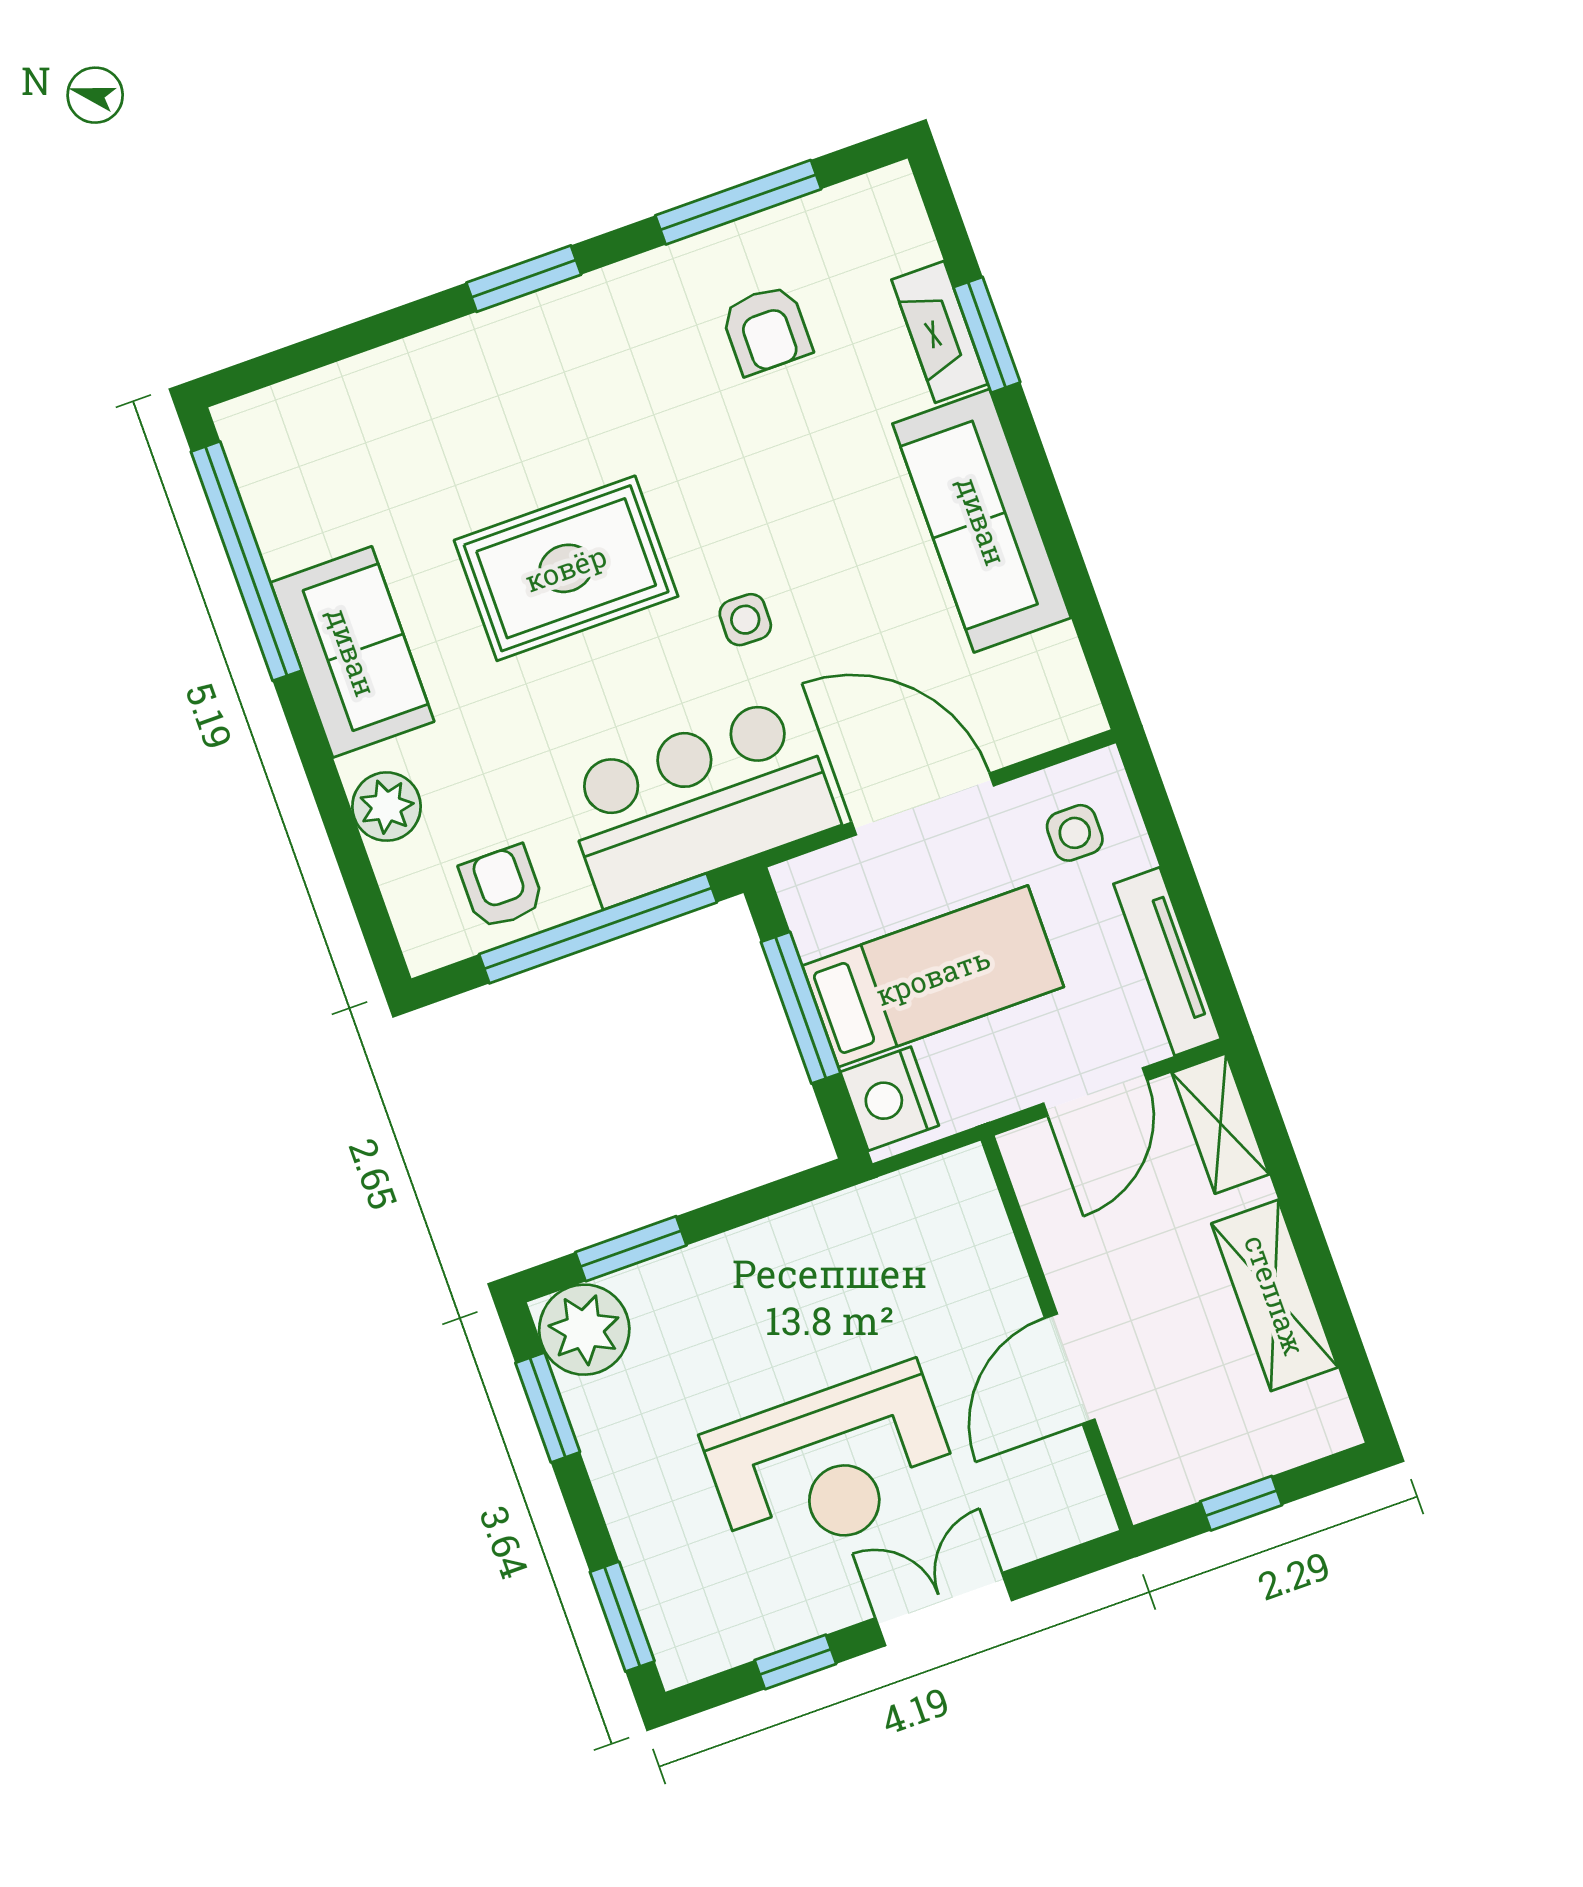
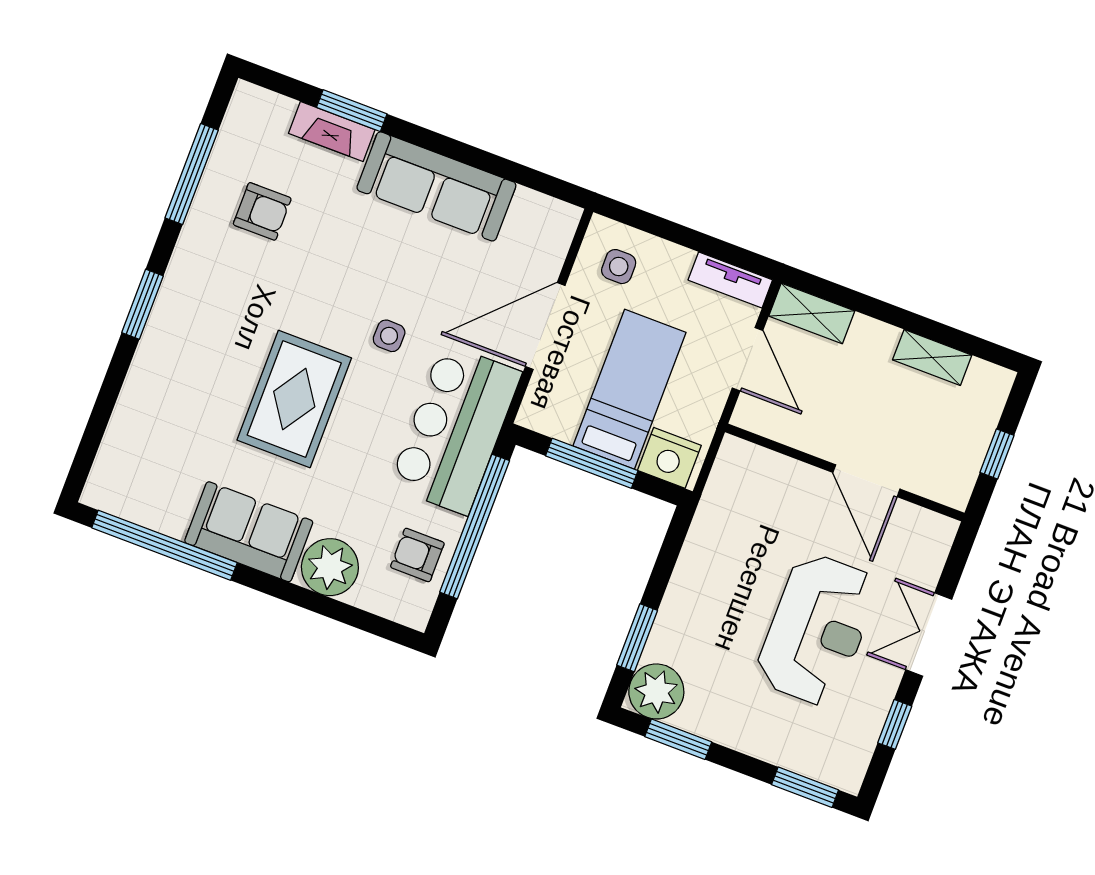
plant: (387, 807) -> (330, 567), width x1.36, depth x1.36
tv unit: (1167, 961) -> (730, 280), width x0.71
shelving: (1275, 1295) -> (932, 357), width x0.67, depth x0.75

